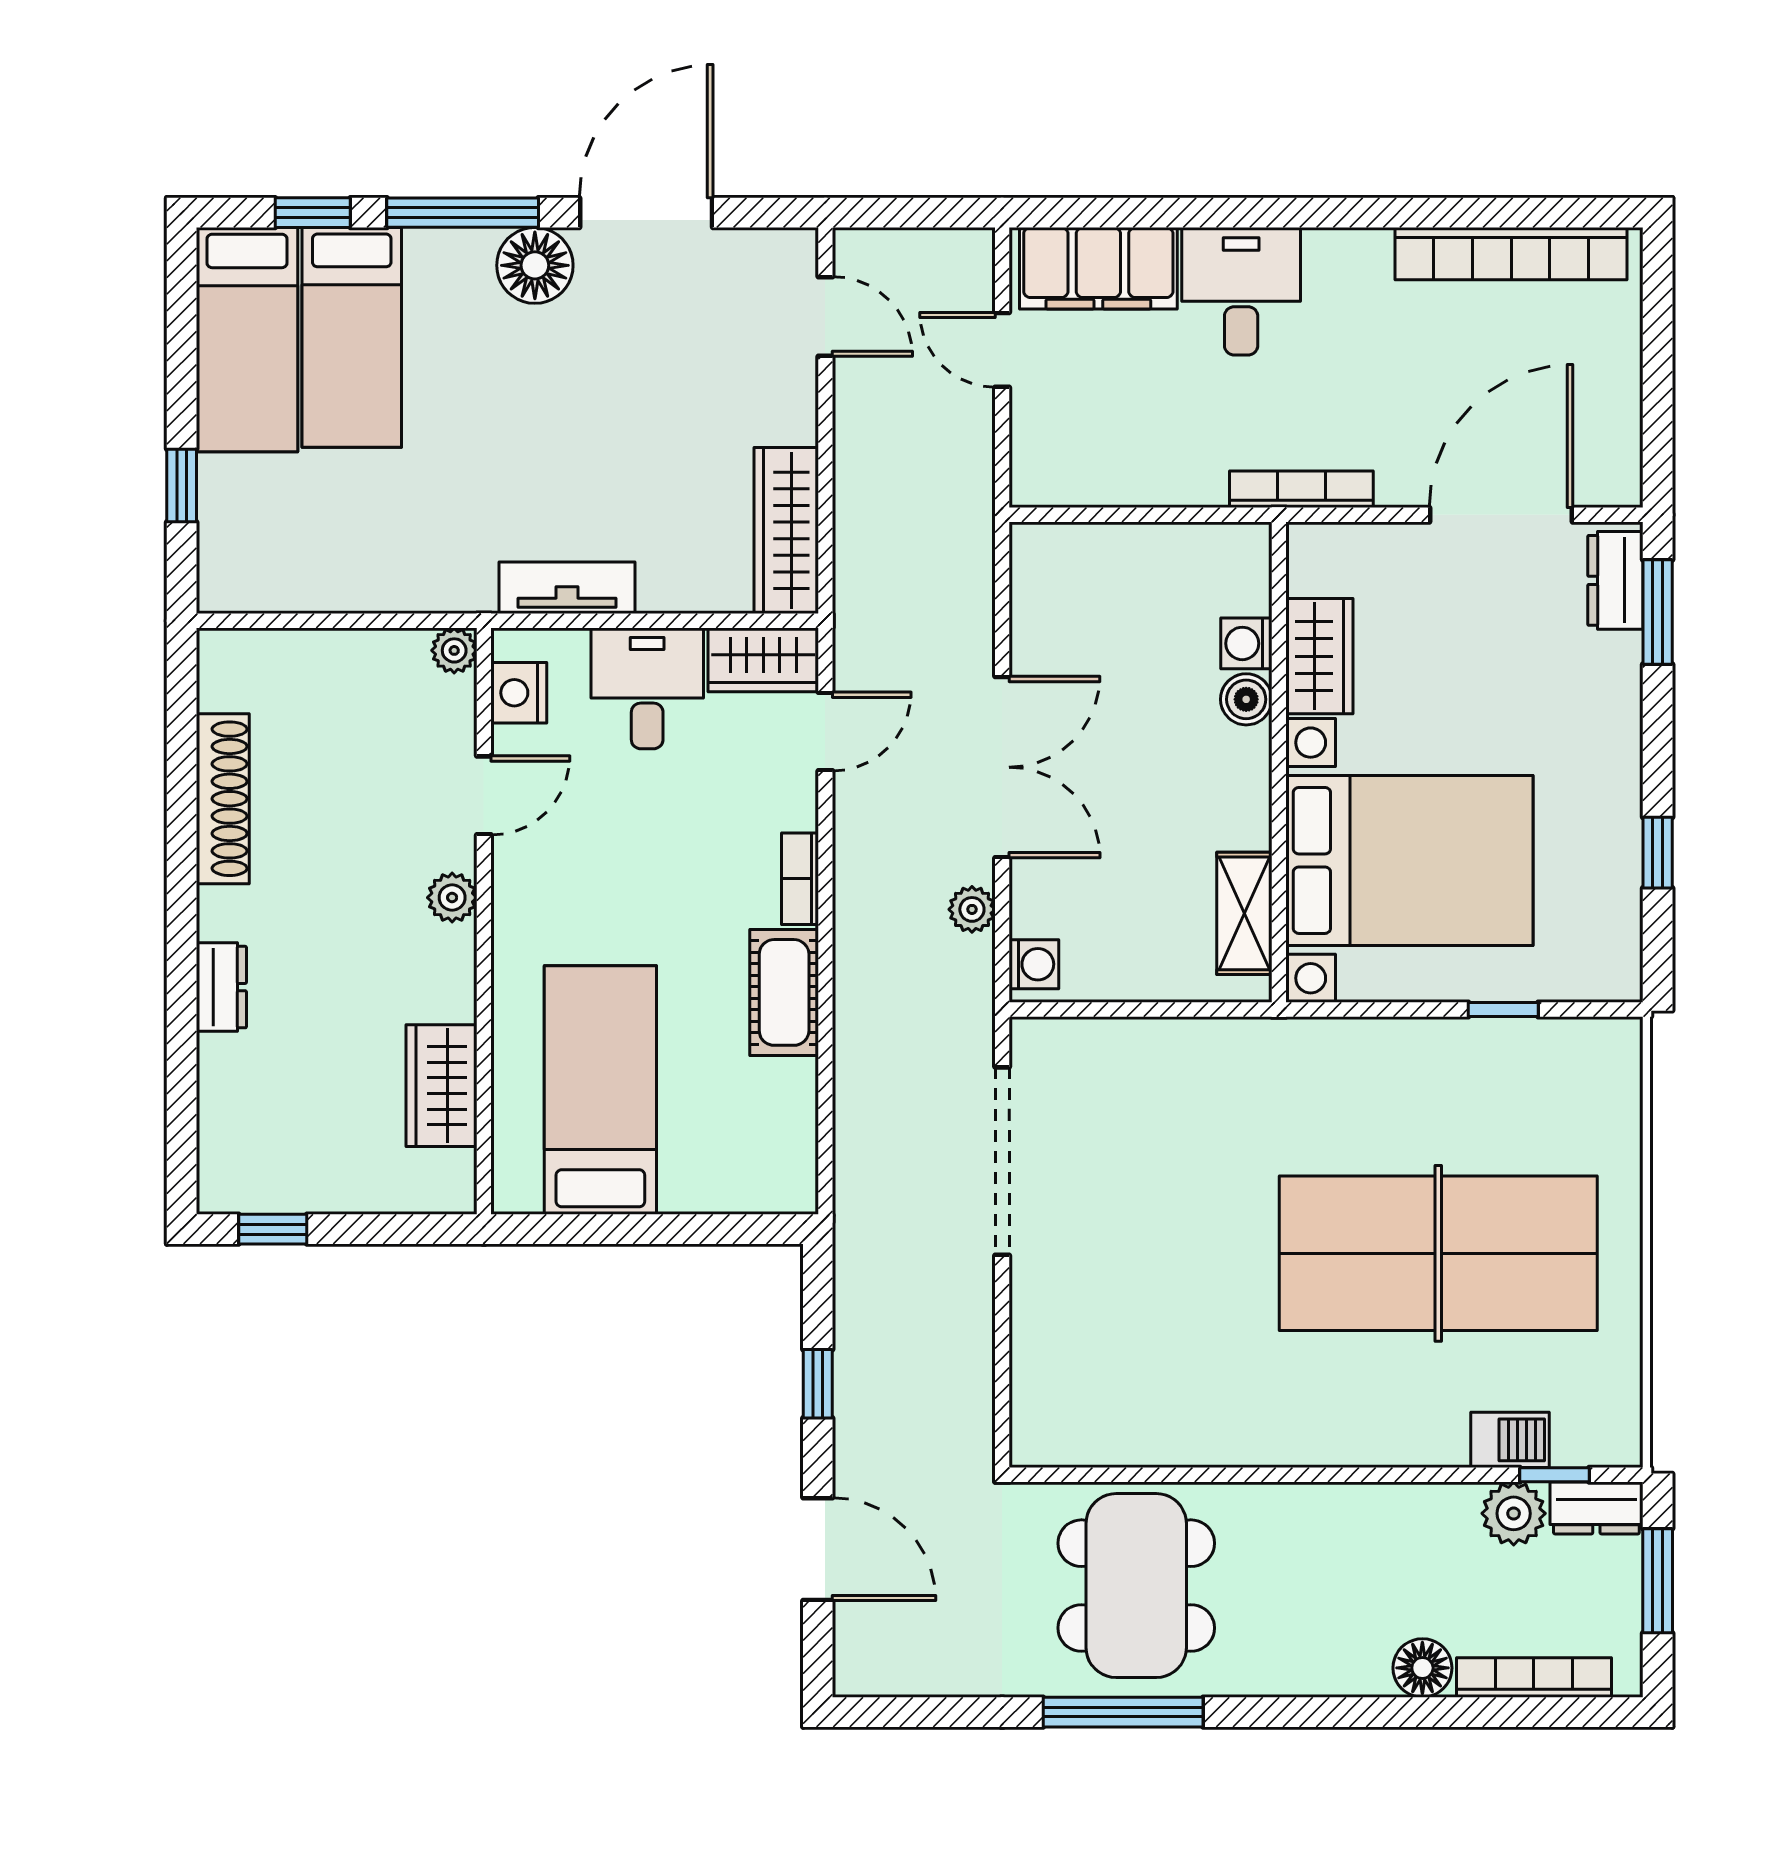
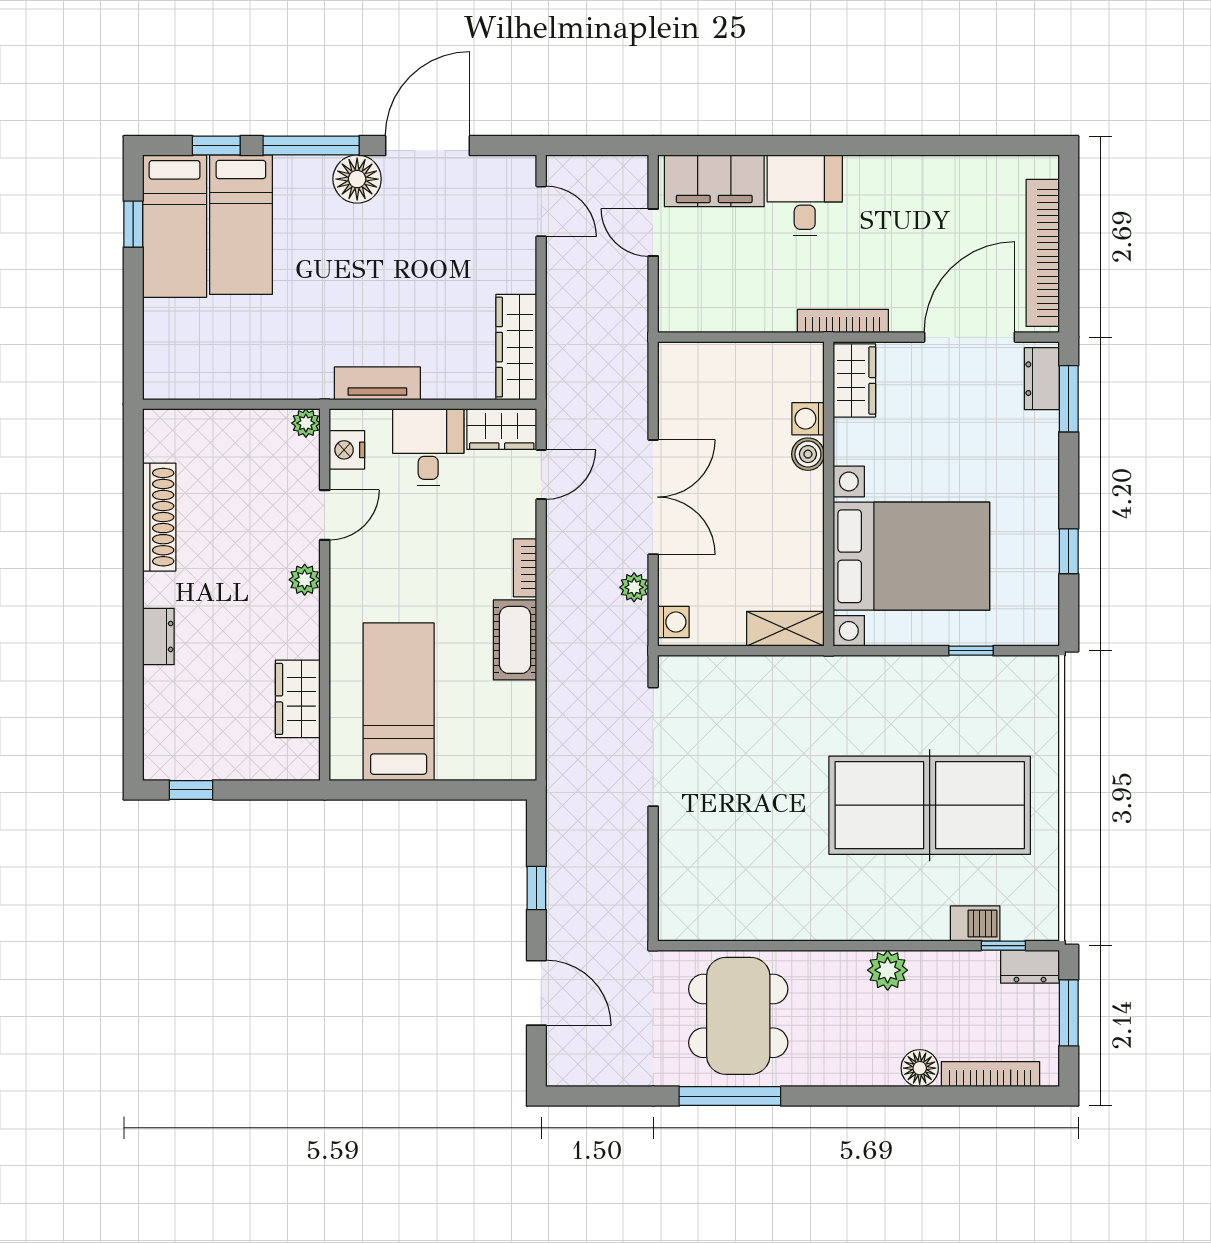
bookcase: (1511, 254) -> (1043, 253), moved, turned 90
window: (182, 485) -> (133, 224), moved
wardrobe: (1319, 656) -> (854, 380), moved
shelving: (1244, 913) -> (785, 629), moved, turned 90
plant: (1514, 1513) -> (888, 970), moved

